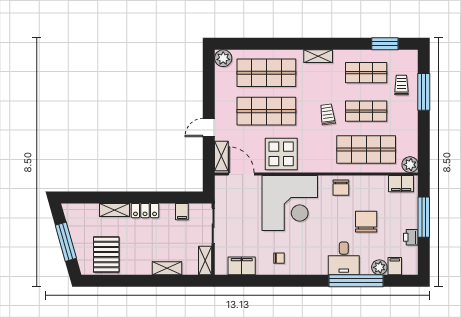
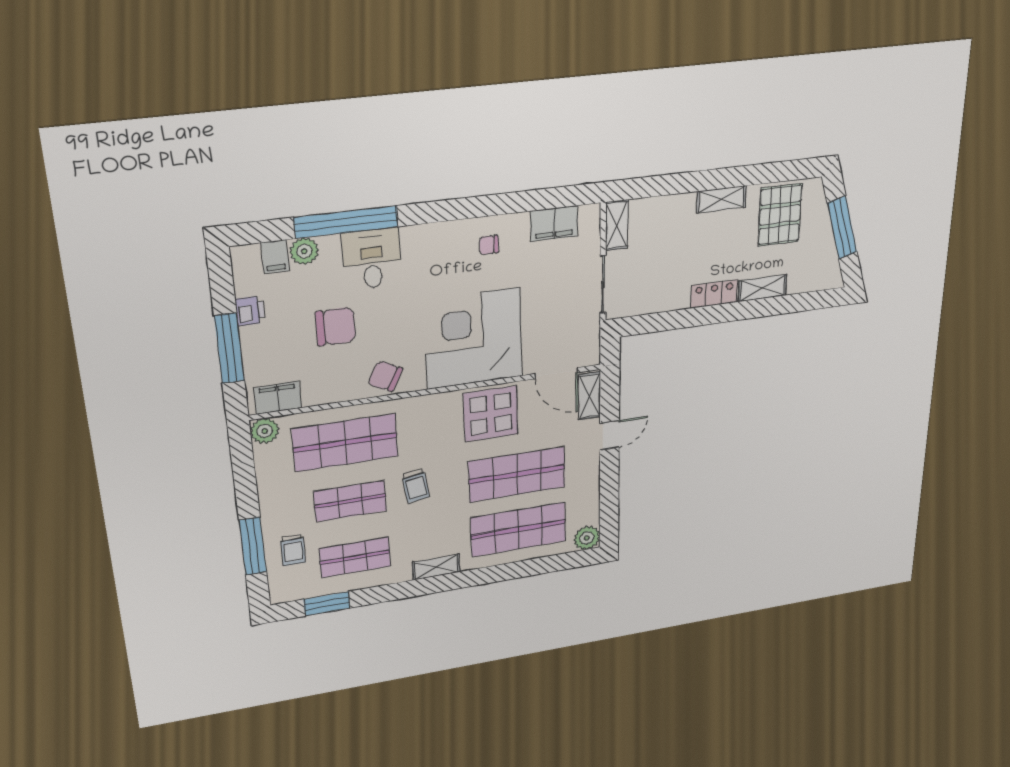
chair: (341, 188) -> (385, 376), turned -63
filing cabinet: (182, 212) -> (655, 300), removed
chair: (366, 222) -> (336, 327), turned -90
shelving: (167, 268) -> (721, 199), moved

